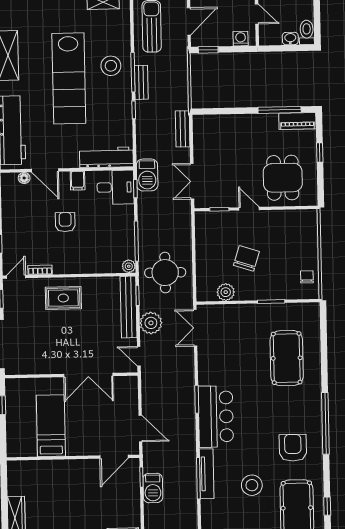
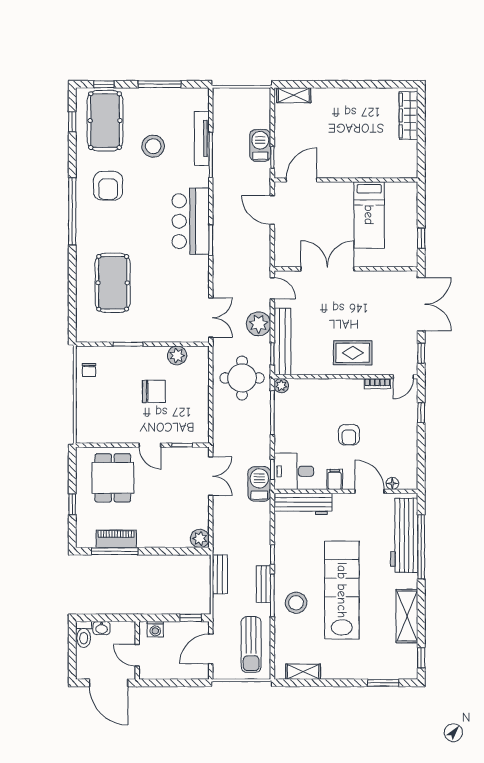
piano: (297, 121) -> (116, 539), moved
plant: (201, 123) -> (200, 538), added
bench: (183, 129) -> (220, 574), moved
chair: (246, 258) -> (154, 391), turned -108
tv unit: (207, 474) -> (202, 139), moved

